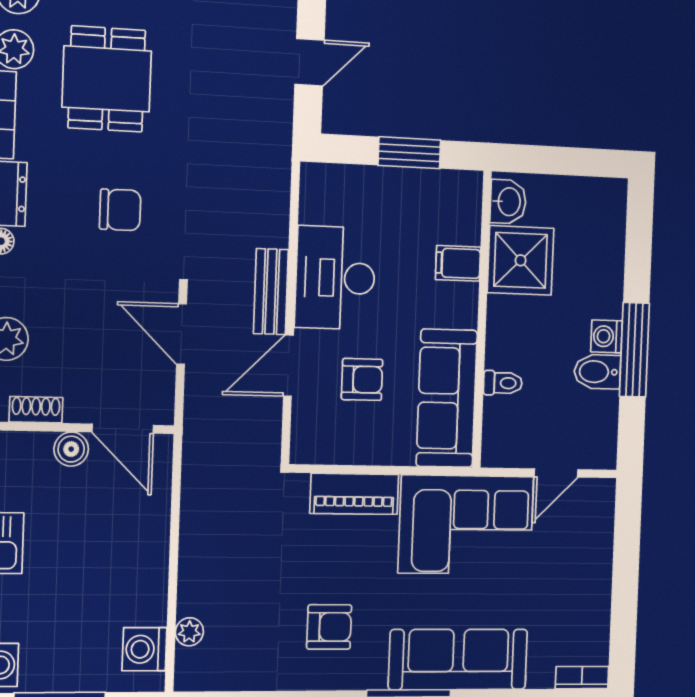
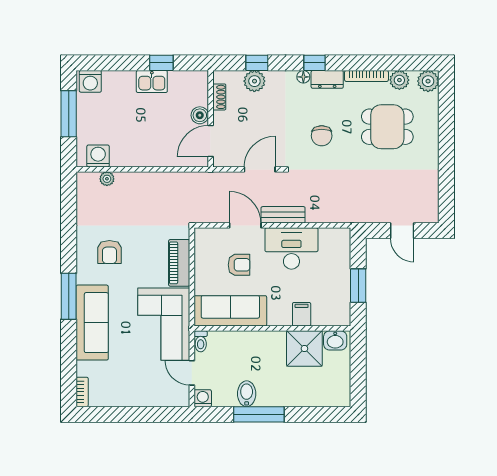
washing machine: (607, 336) -> (203, 398), moved
armchair: (362, 379) -> (239, 265), turned -90
toilet: (503, 383) -> (201, 341), moved

